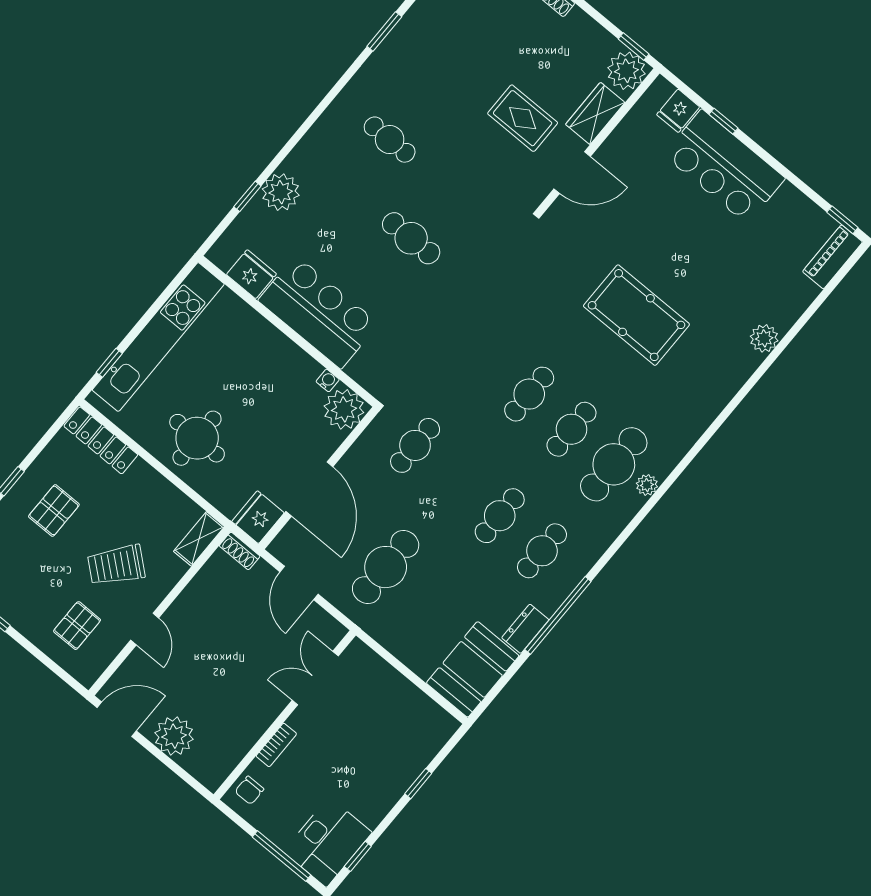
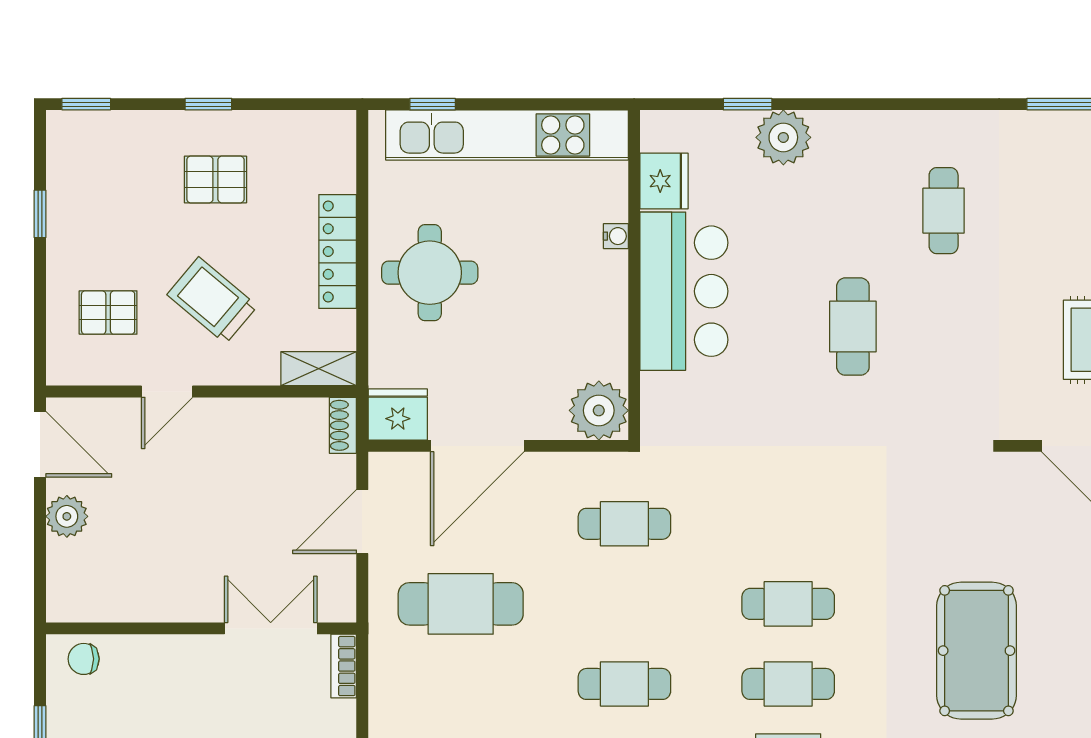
water cooler: (328, 380) -> (616, 236), moved
locker: (101, 440) -> (338, 252), moved
plant: (174, 736) -> (67, 516), width x0.73, depth x0.73
bookcase: (276, 745) -> (344, 666), moved, turned 90

